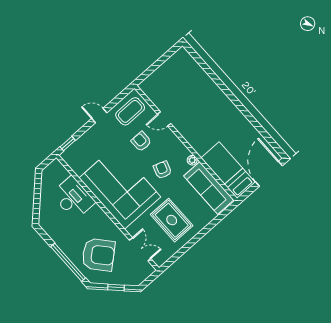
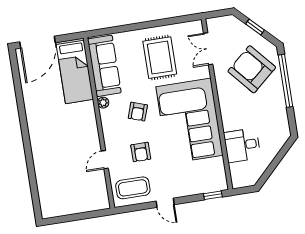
door: (164, 119) -> (105, 160), swing flipped
desk: (73, 198) -> (242, 145), width x0.73

